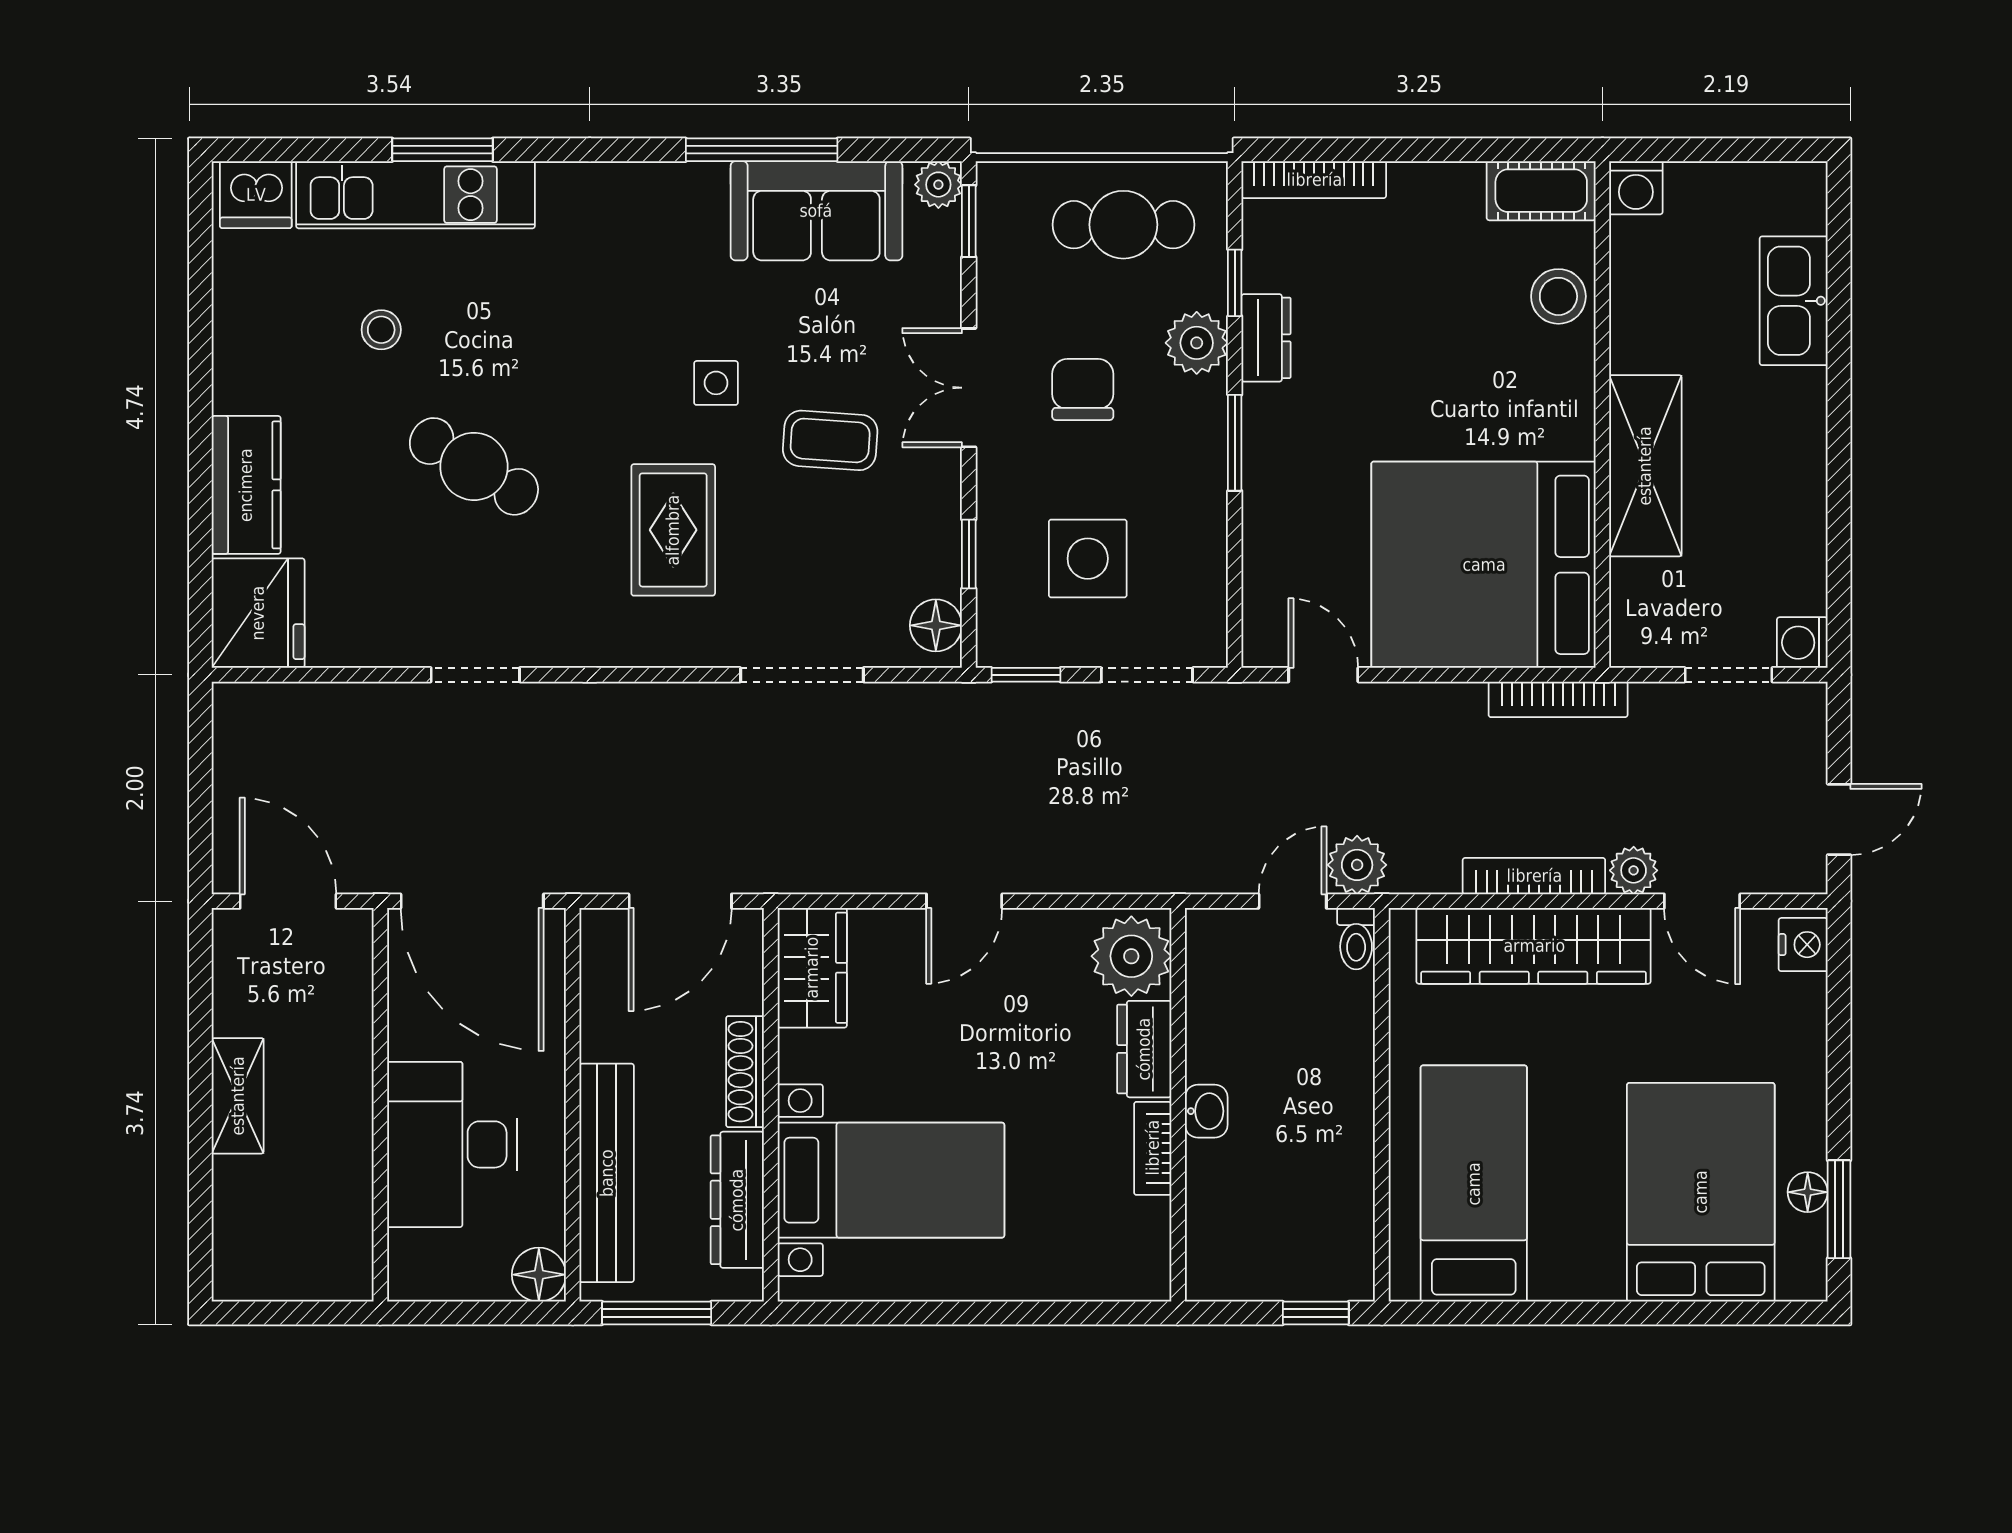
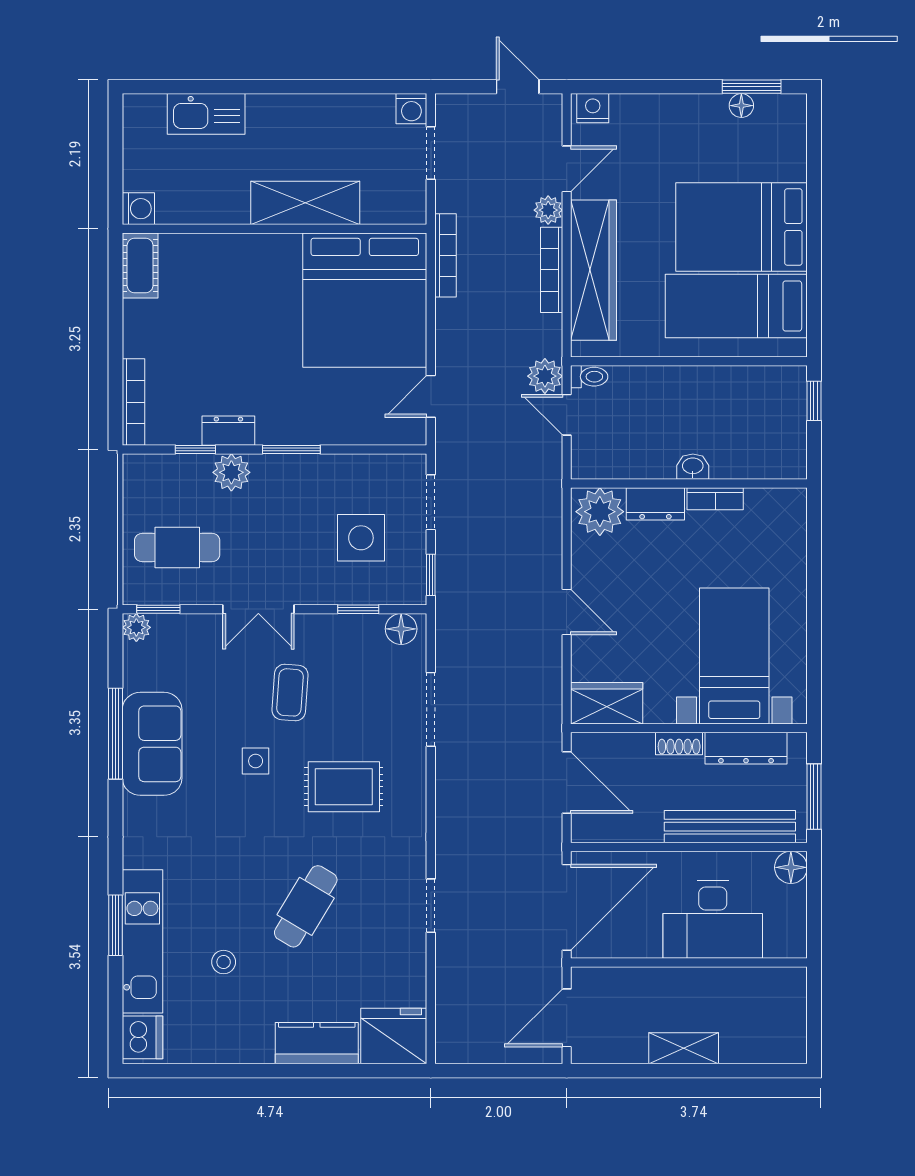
sofa: (816, 211) -> (152, 744), moved
cafe table: (1123, 225) -> (177, 548), moved, turned 90
stool: (1558, 296) -> (204, 255), removed
chair: (1083, 389) -> (259, 541), removed
shoe rack: (745, 1072) -> (679, 744), width x0.70
bed: (1701, 1192) -> (742, 227), moved

